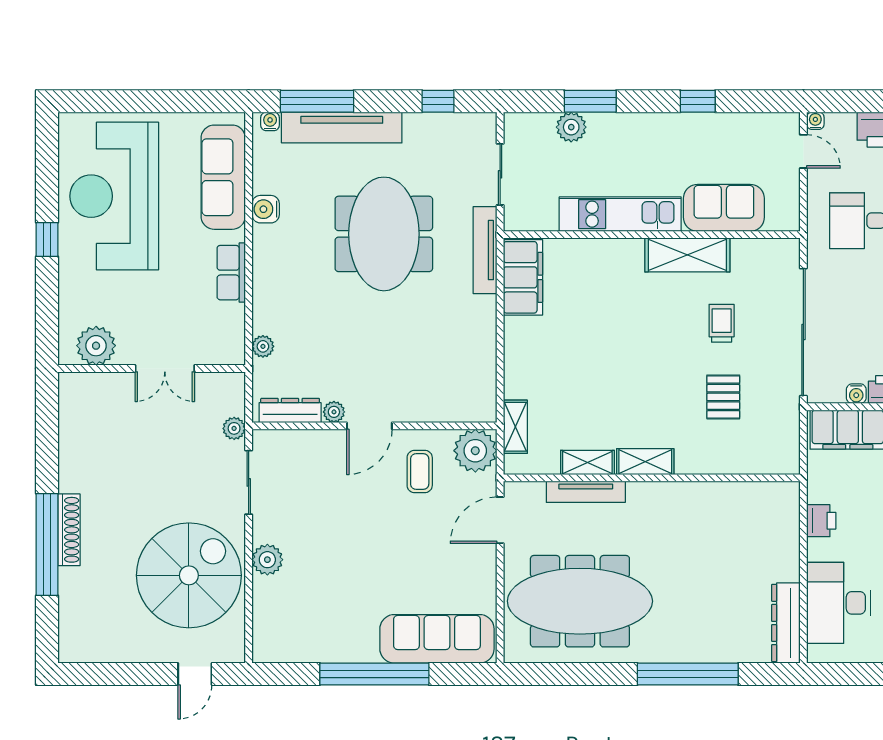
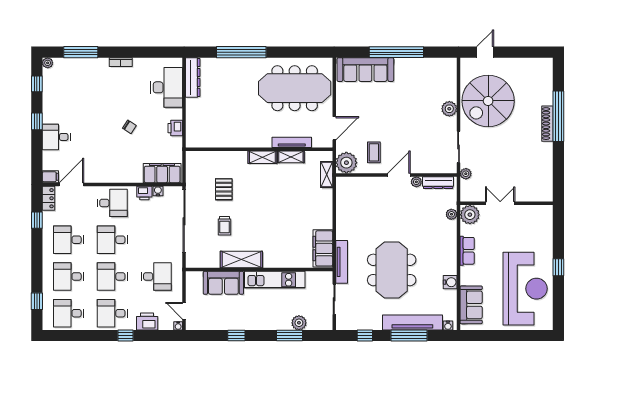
window: (317, 101) -> (409, 336), moved
sofa: (223, 177) -> (471, 305), width x0.73
plant: (96, 346) -> (470, 215), moved

